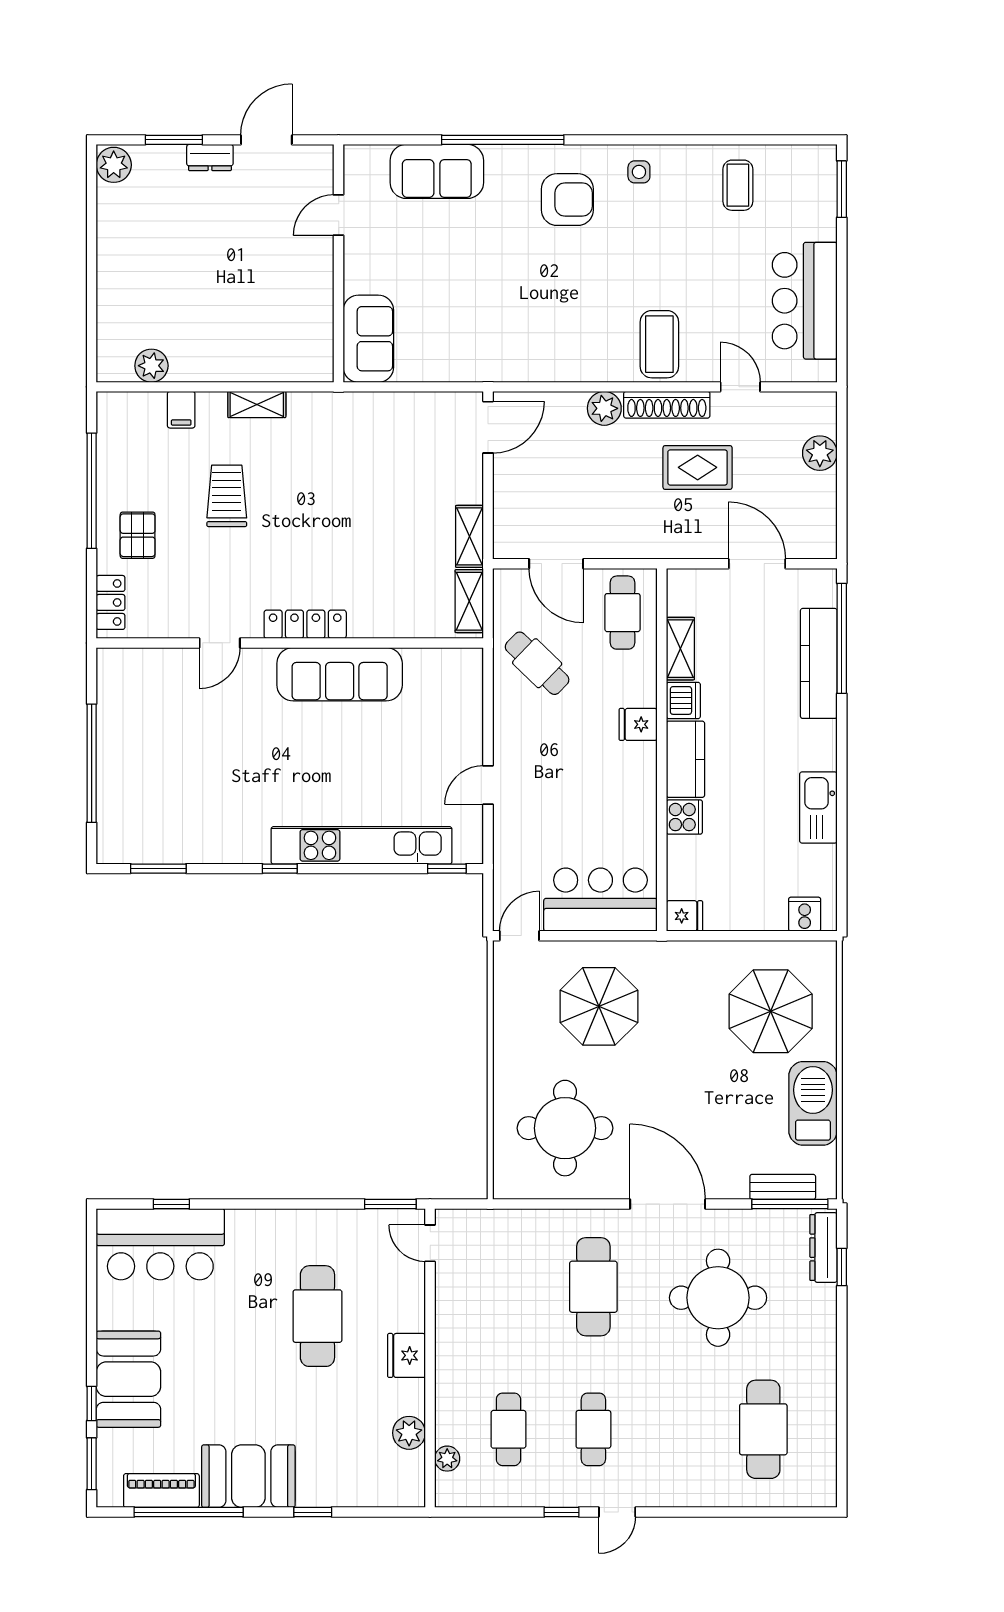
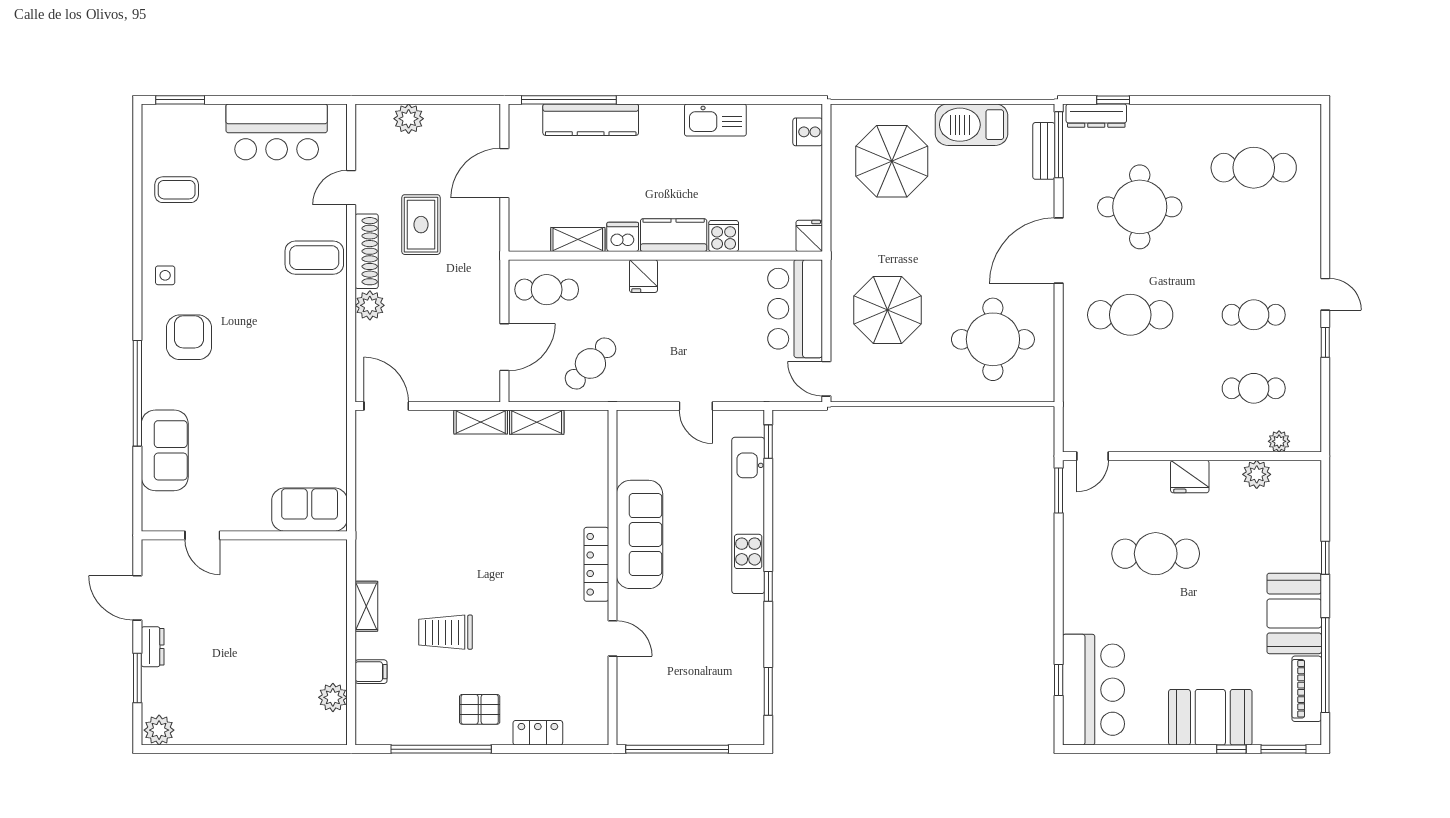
locker: (305, 624) -> (596, 564), moved
door: (220, 643) -> (613, 638), moved
wall: (290, 643) -> (613, 578), moved
sofa: (340, 674) -> (640, 534), moved

